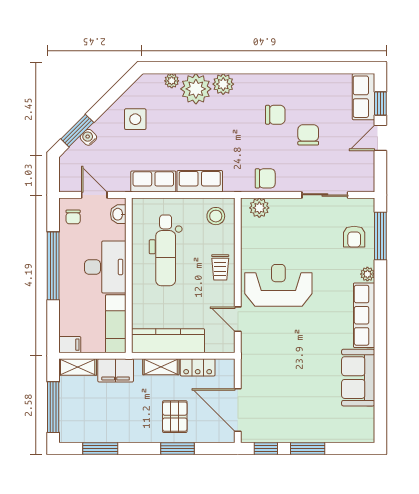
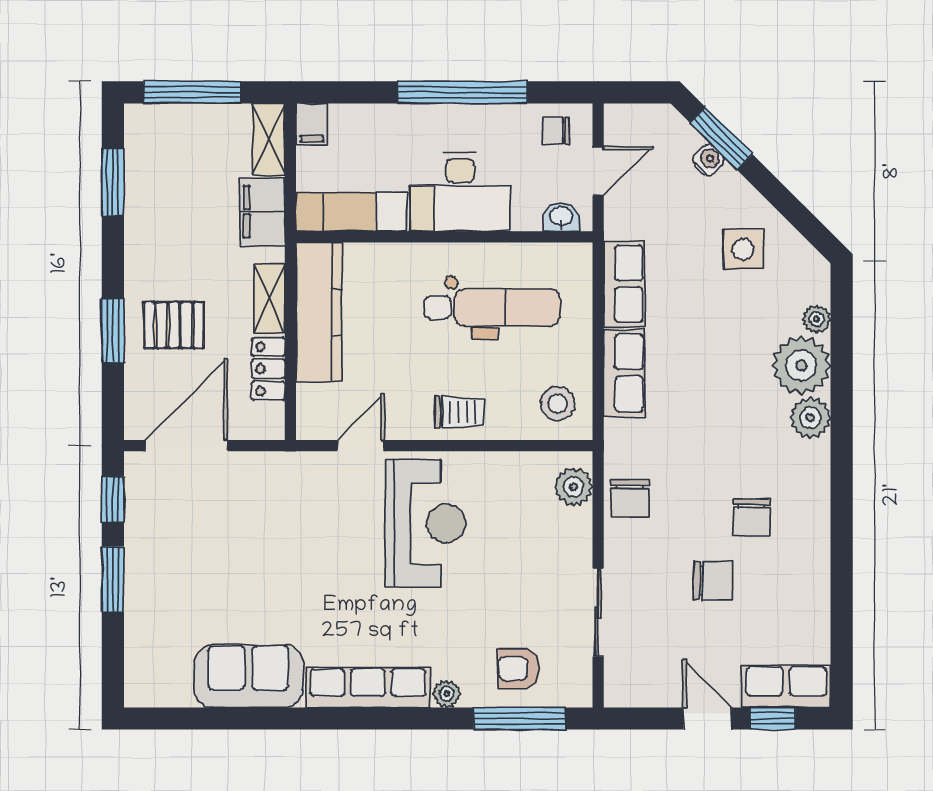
dental chair: (166, 250) -> (492, 308), turned 180
trolley: (220, 267) -> (460, 412), turned 180

